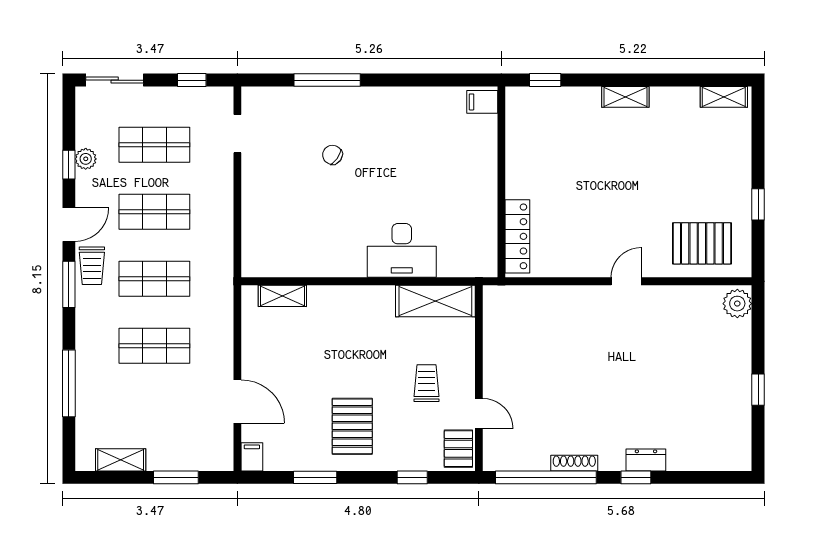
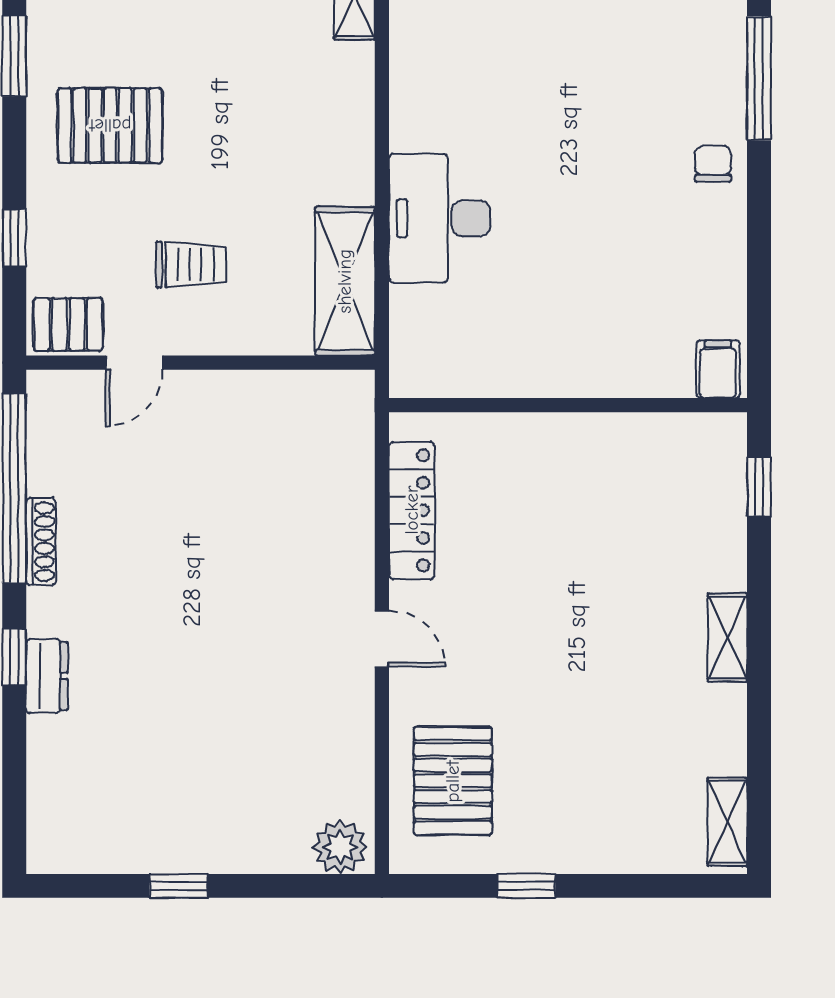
chair: (332, 155) -> (713, 164), moved, turned -35
locker: (517, 236) -> (412, 510), moved, turned -90

